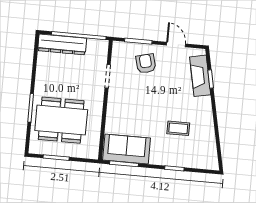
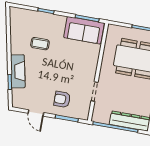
armchair: (146, 64) -> (62, 99), turned 104
fireplace: (200, 76) -> (18, 71), moved

